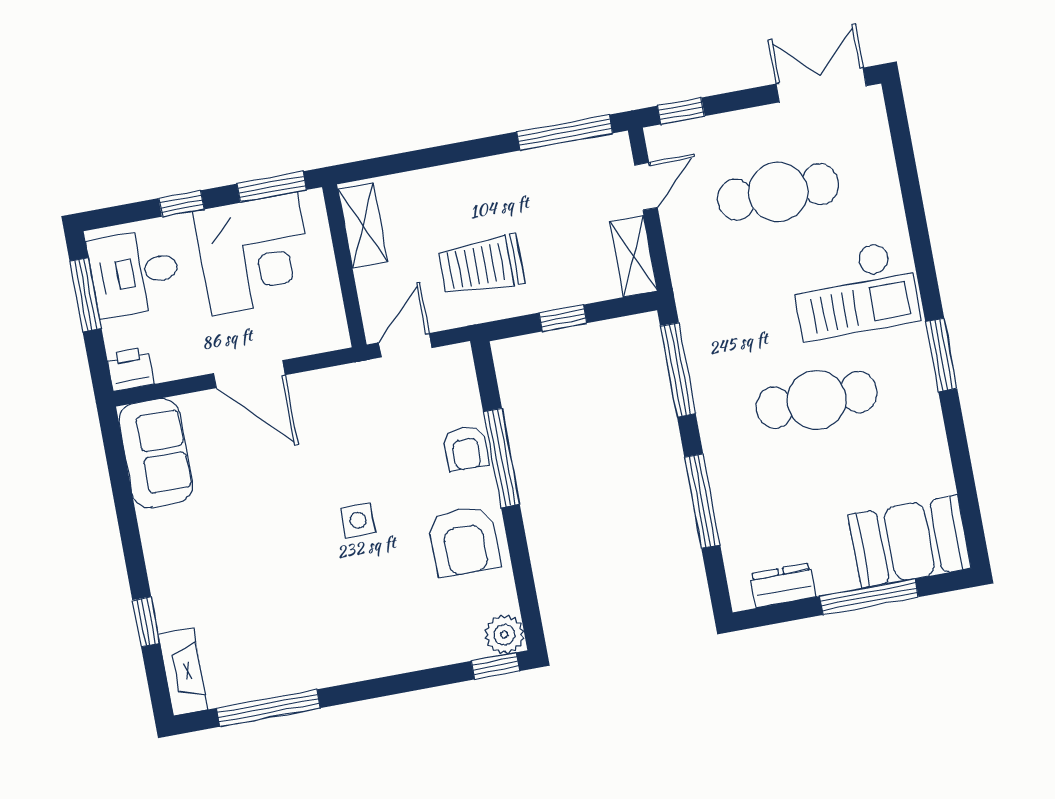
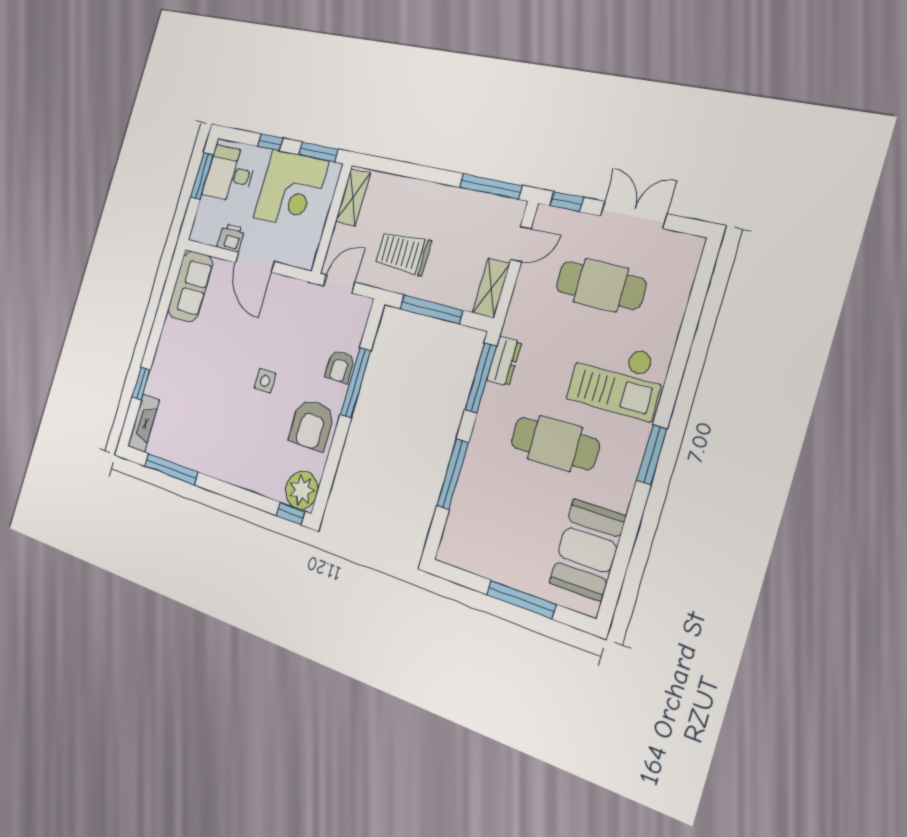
double door: (821, 85) -> (633, 215), moved
window: (563, 318) -> (431, 309), width x2.17
printer: (130, 369) -> (231, 238), moved
booth: (909, 541) -> (587, 550), moved, turned 90
dresser: (783, 585) -> (504, 361), moved, turned 90
plant: (504, 634) -> (302, 490), width x1.36, depth x1.36

